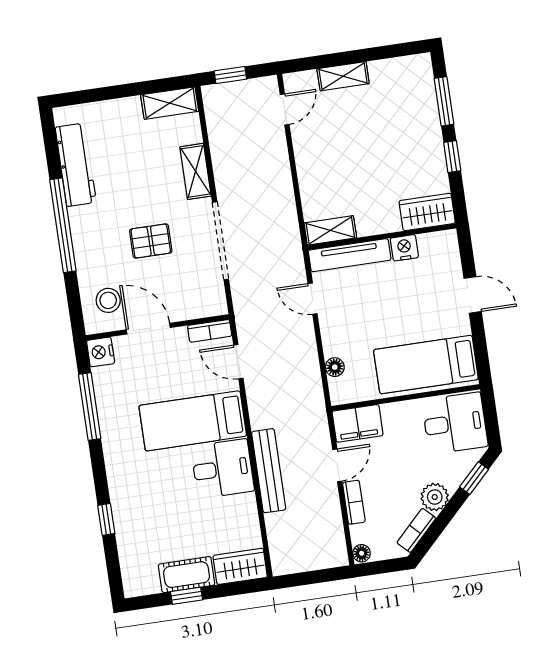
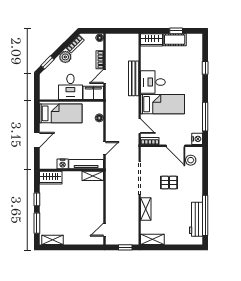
shelving: (343, 76) -> (53, 240), moved
window: (63, 225) -> (205, 215), moved
door: (473, 295) -> (37, 140), swing flipped
door: (313, 299) -> (104, 148), hinge flipped
desk: (455, 423) -> (70, 87), moved, turned -90

